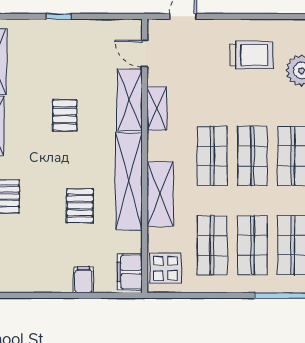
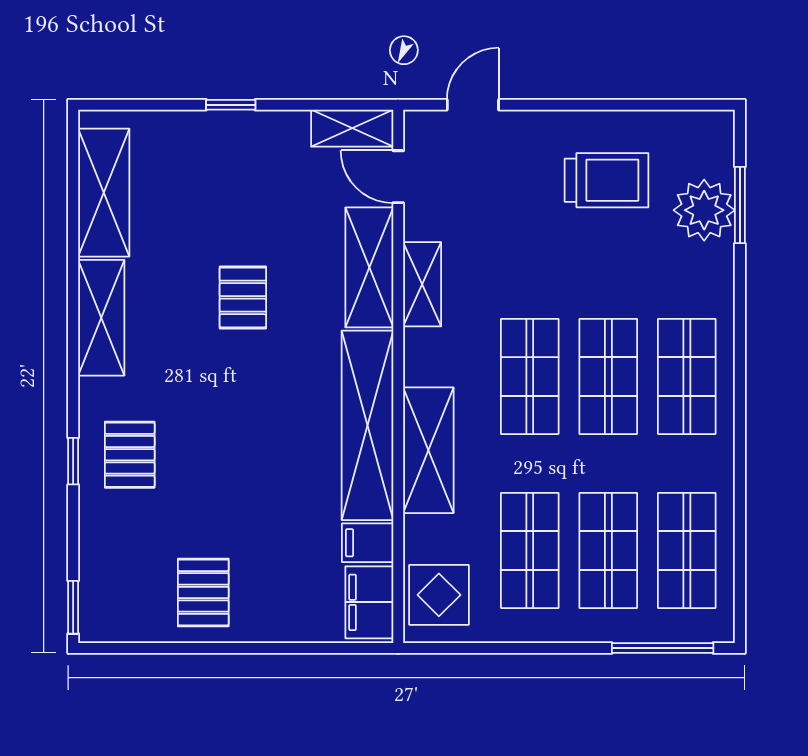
shelving: (121, 28) -> (352, 128), added
pallet: (80, 206) -> (203, 592), moved
filing cabinet: (84, 280) -> (368, 543), moved, turned -90

